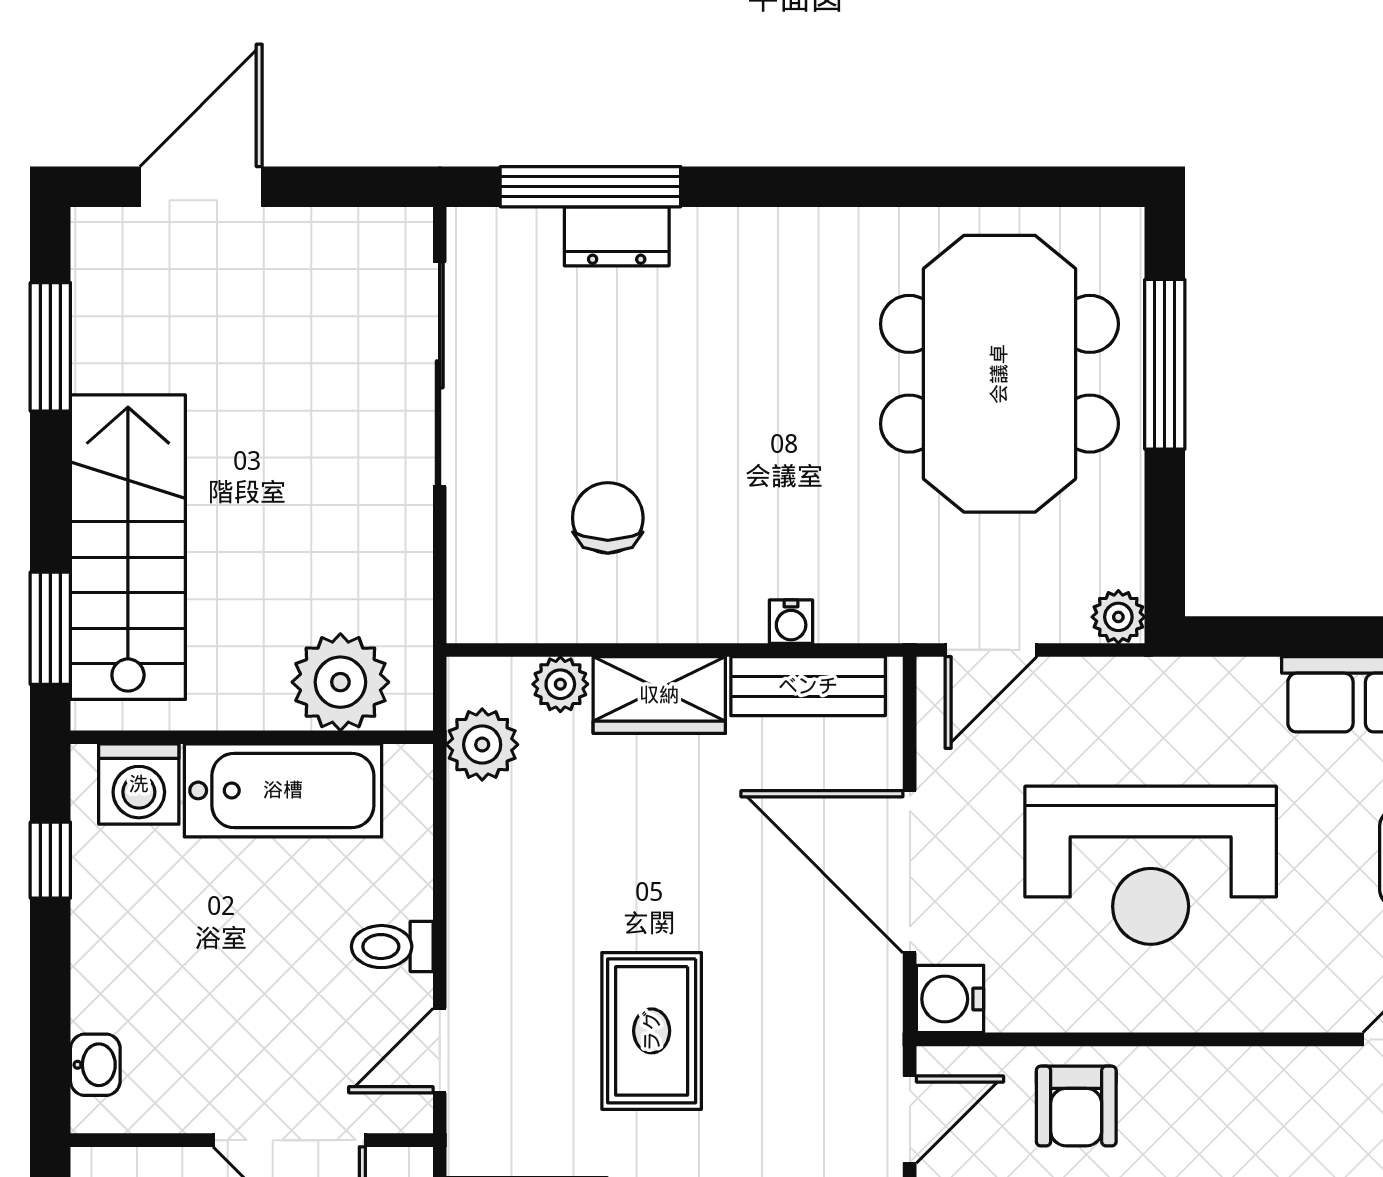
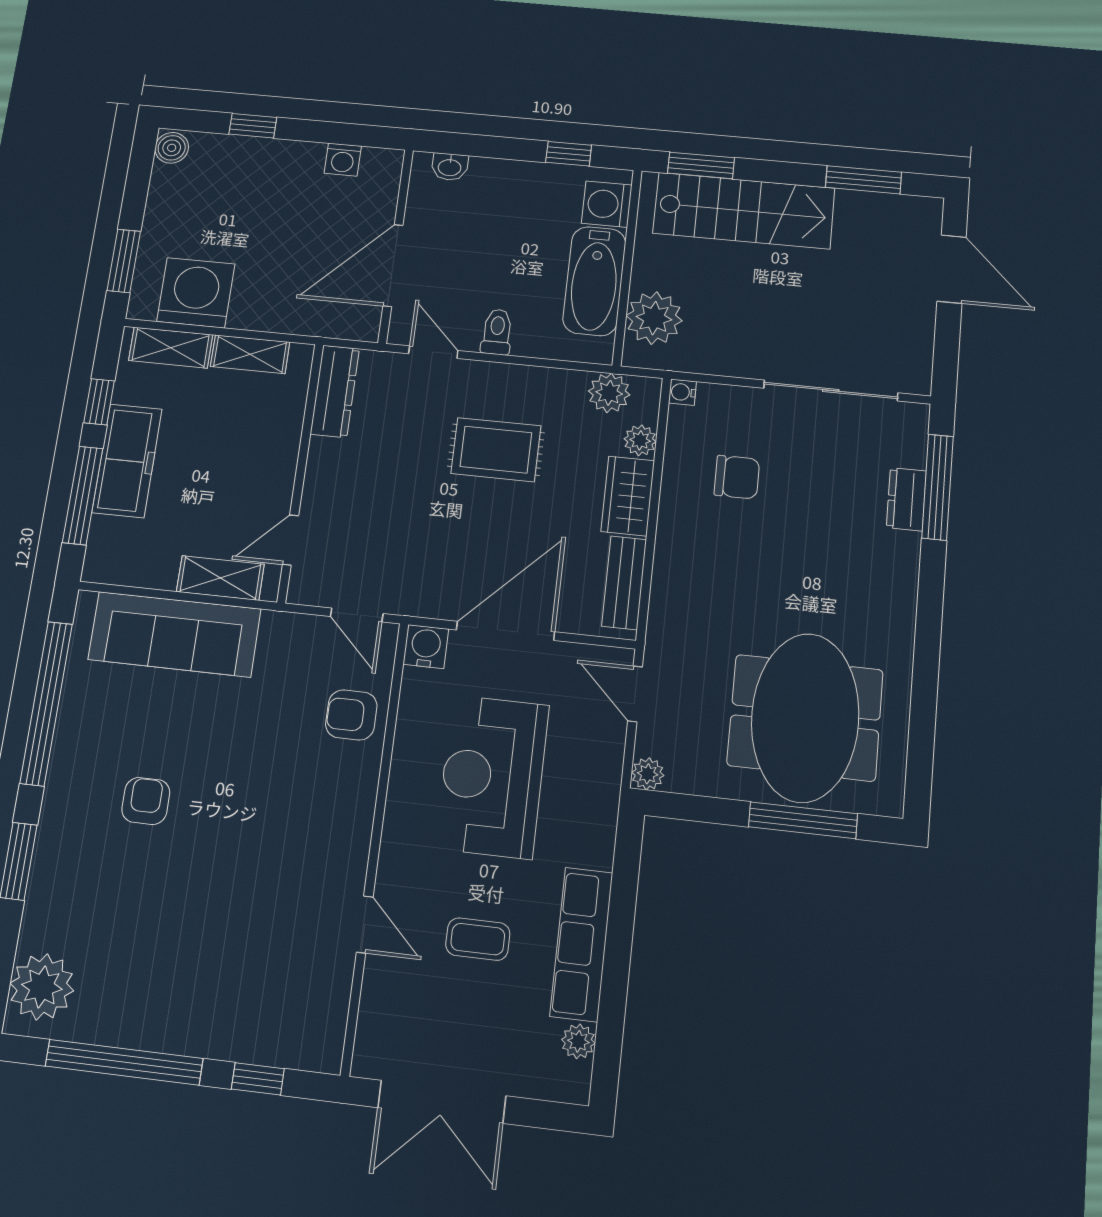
meeting table: (999, 374) -> (805, 718), turned 90
water cooler: (791, 622) -> (682, 392), moved
rug: (652, 1031) -> (496, 450), moved

